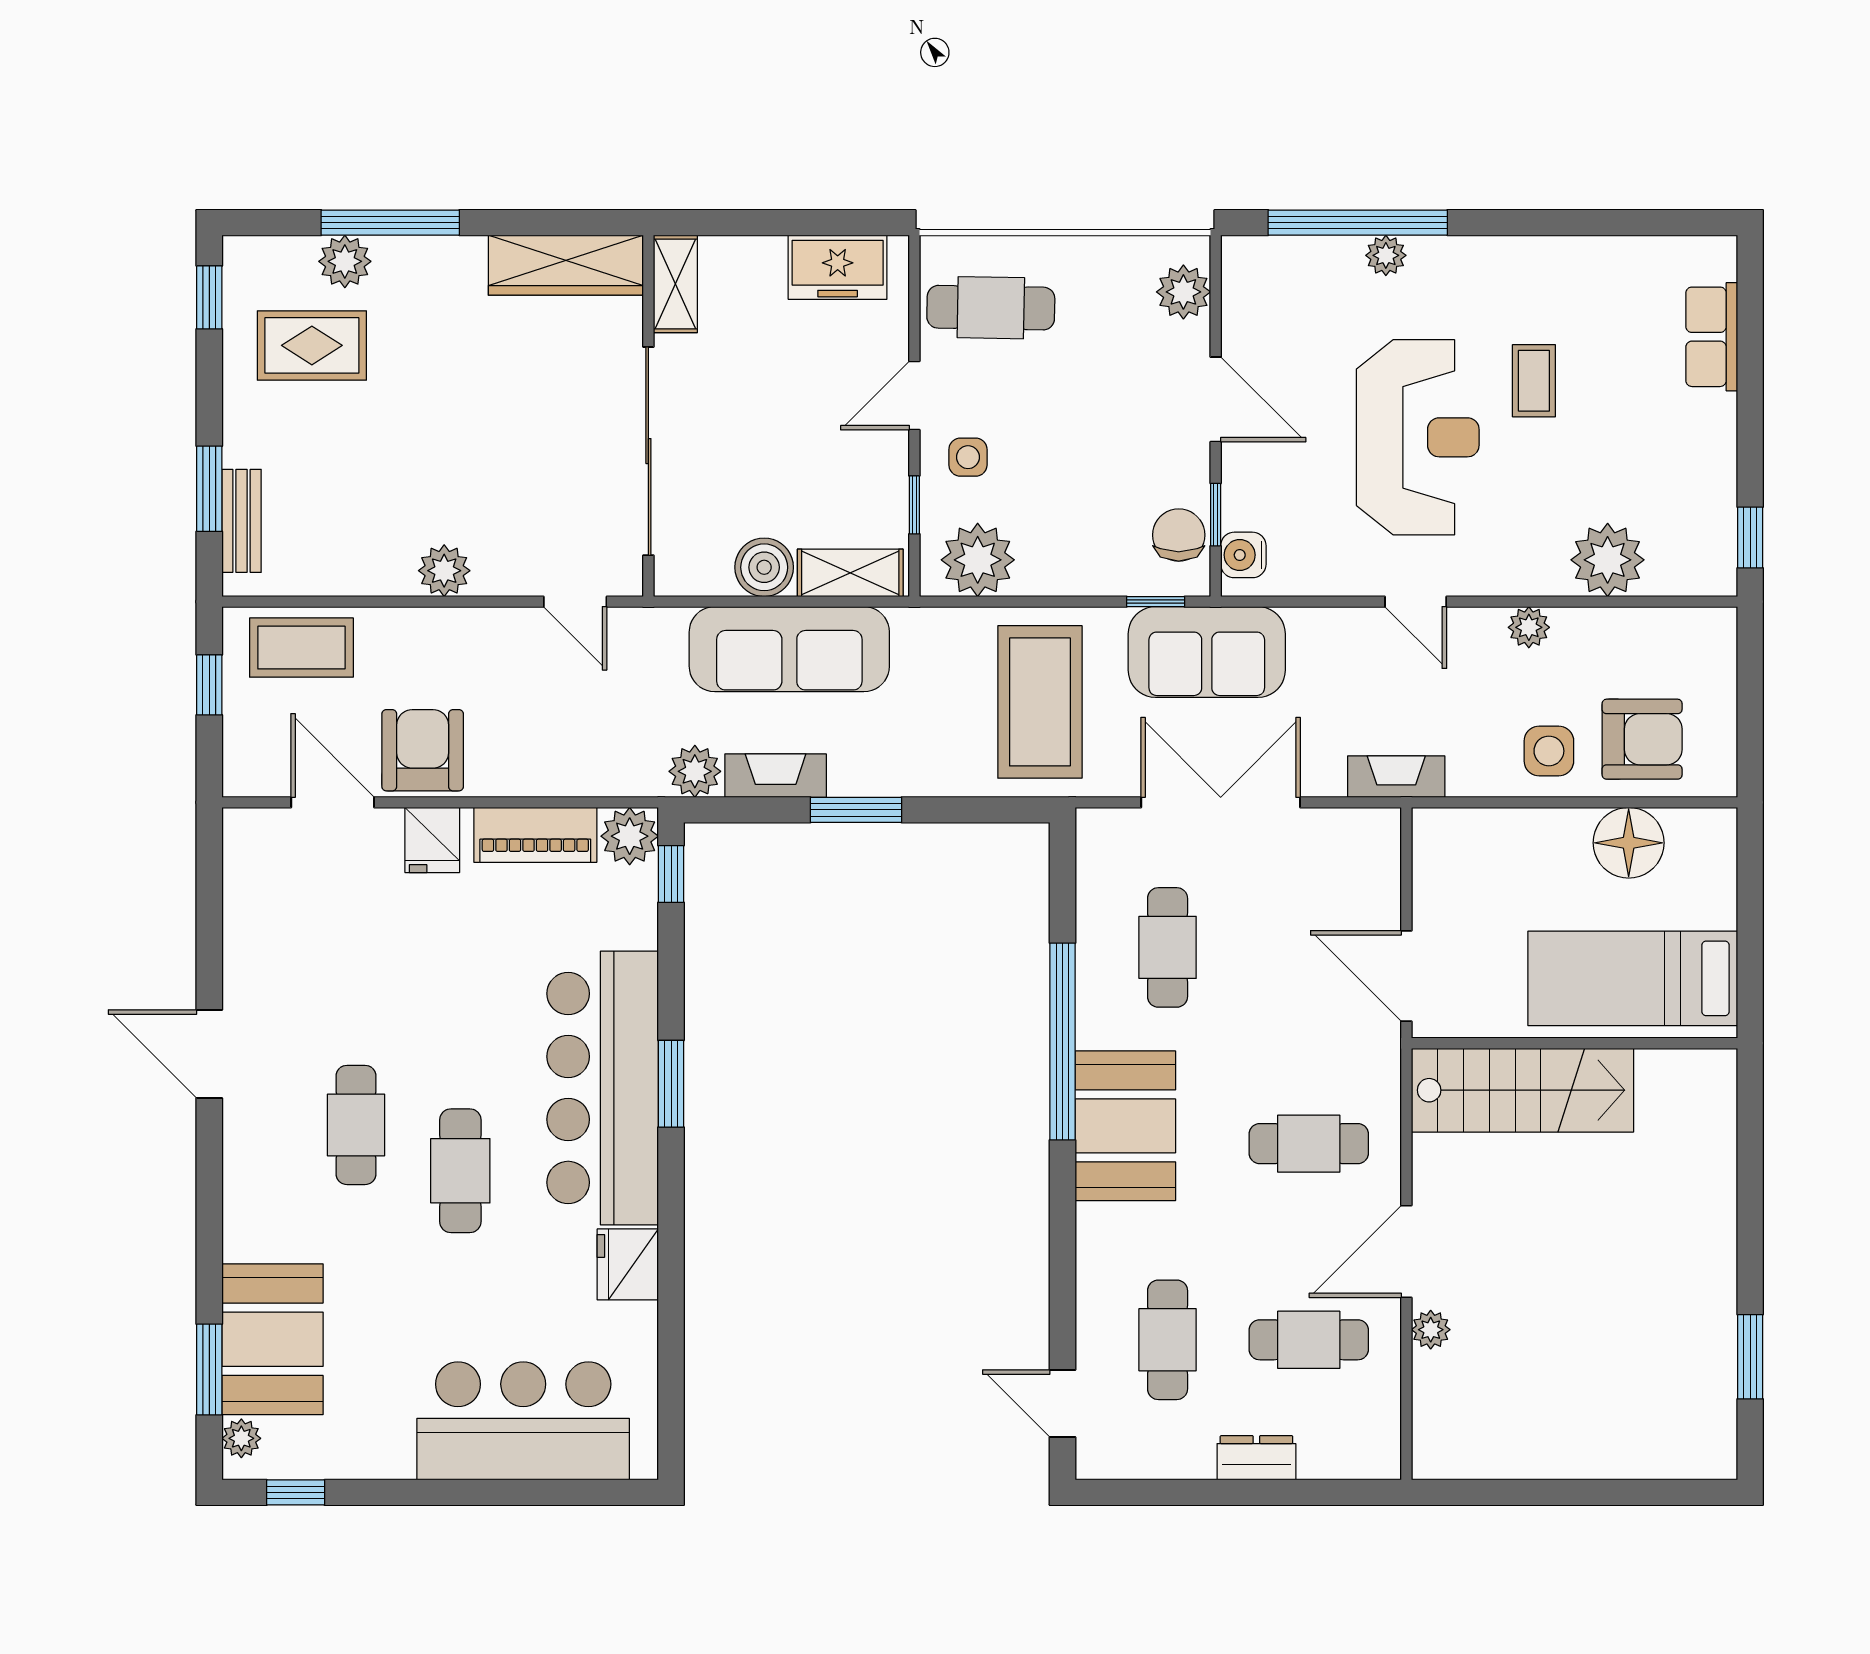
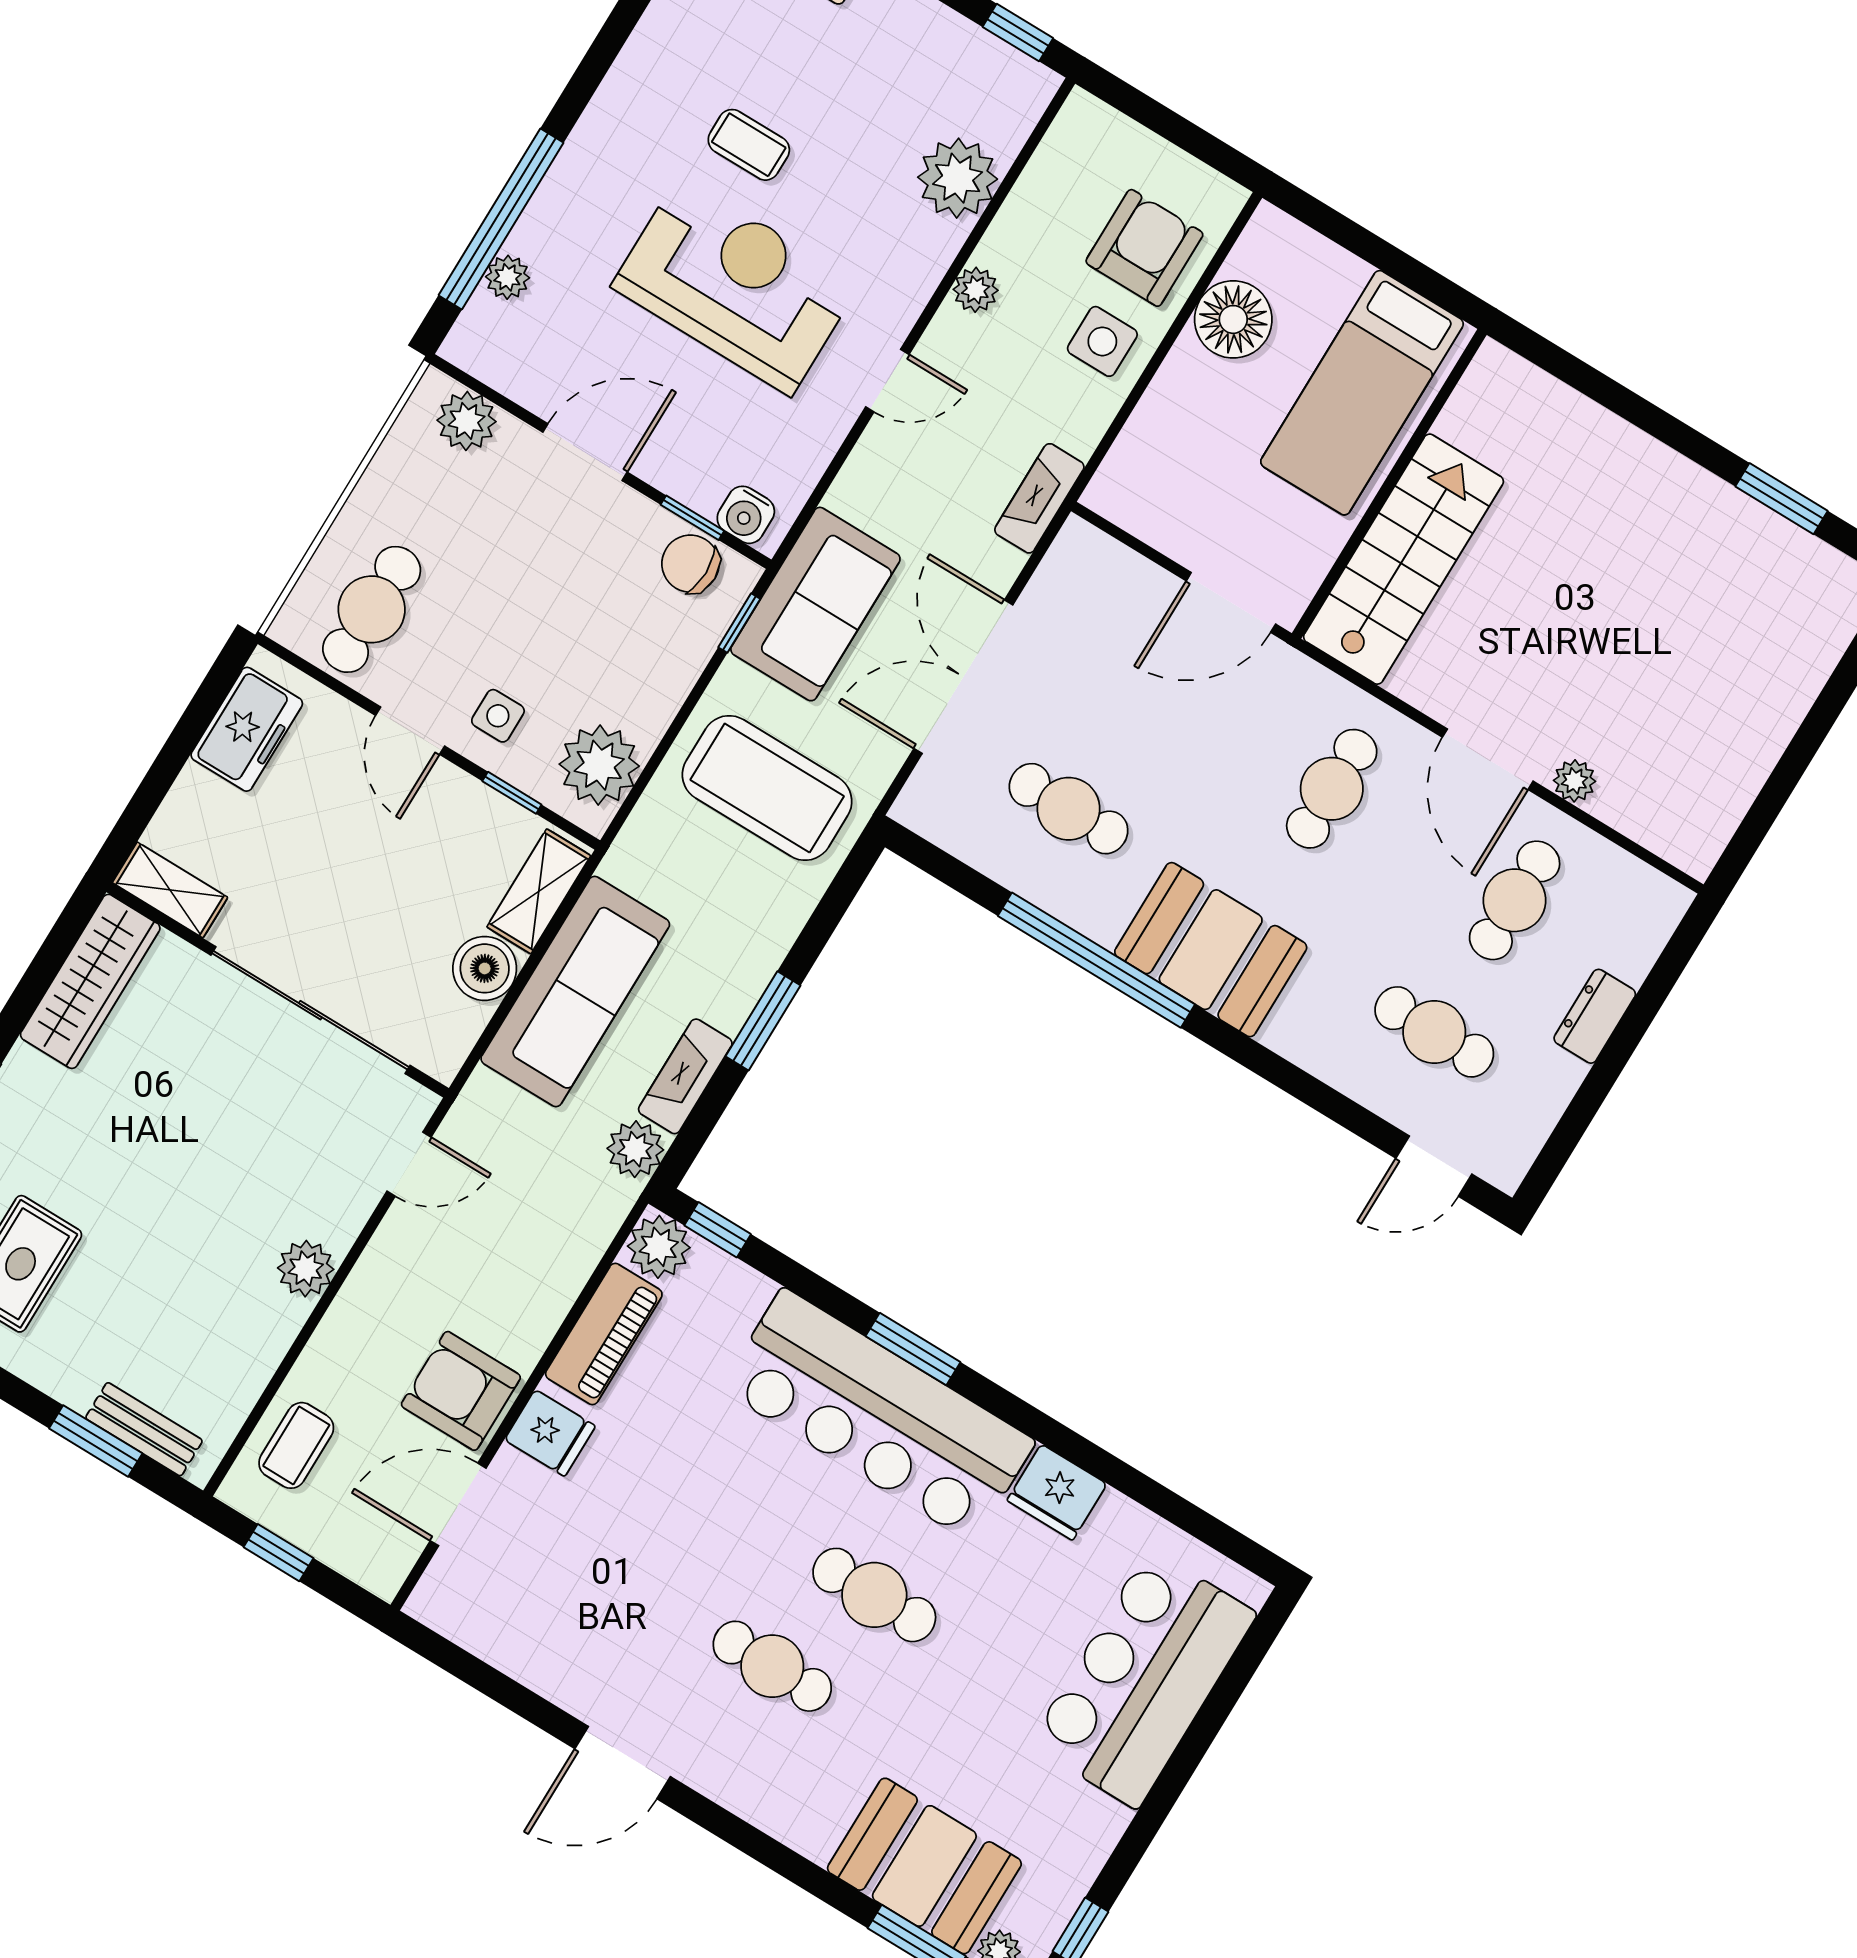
plant: (1386, 255) -> (508, 277), moved
coffee table: (301, 648) -> (296, 1445), width x0.73, depth x0.77

